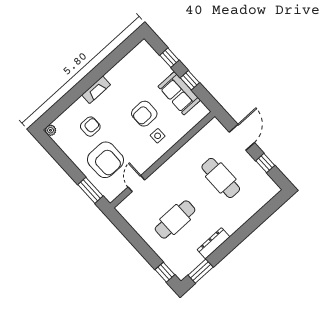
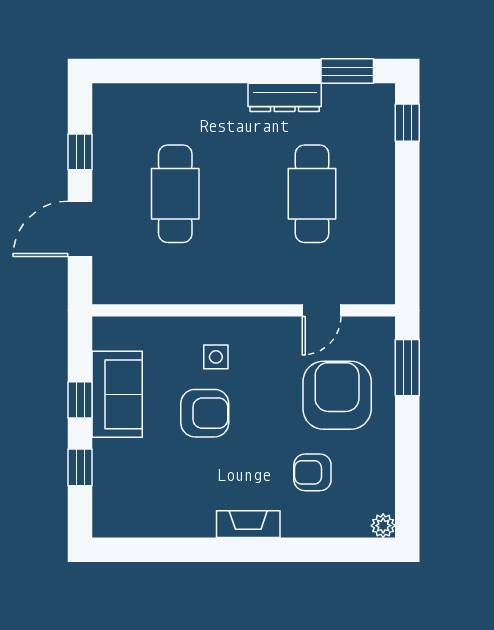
cafe table: (175, 219) -> (312, 194), turned 90

